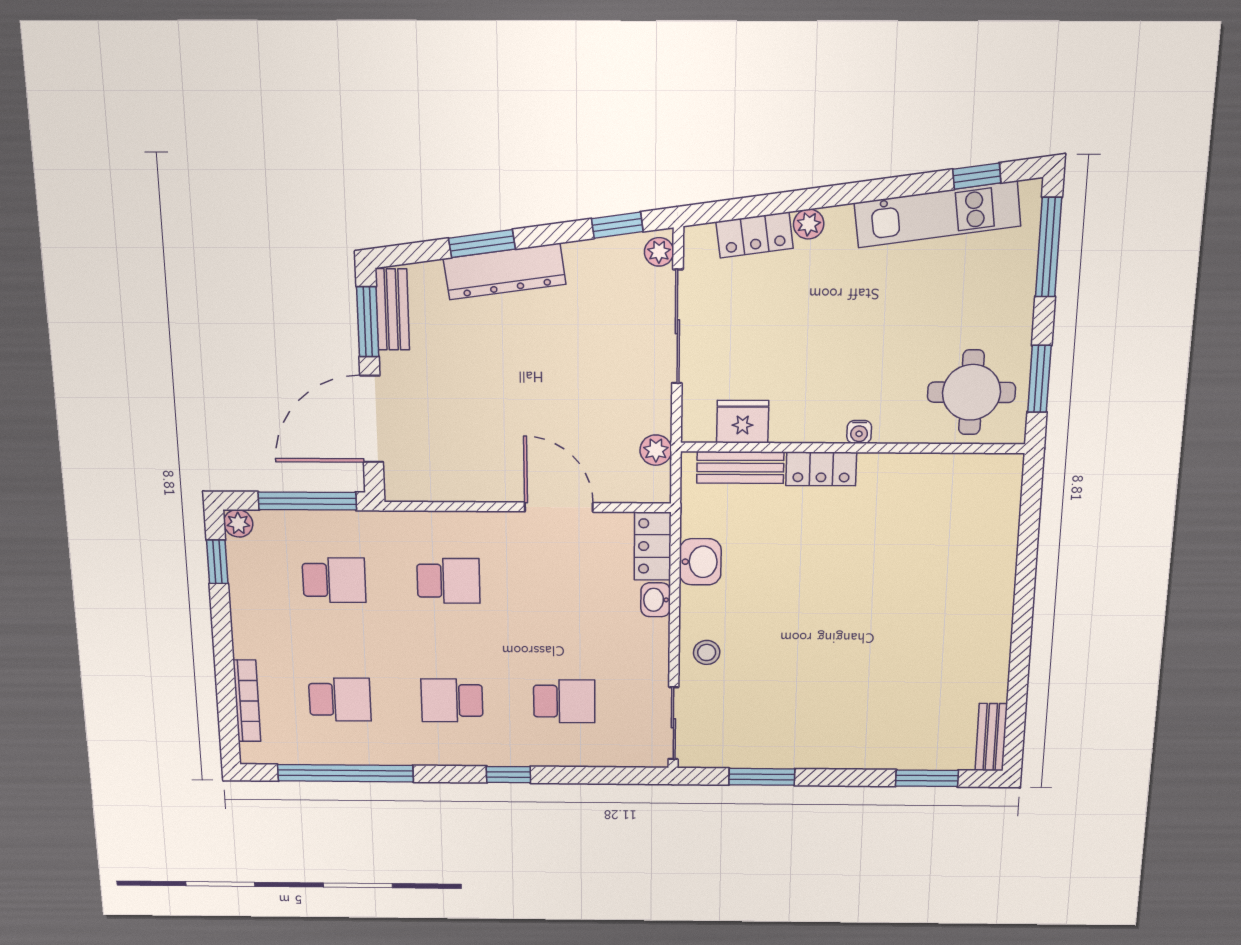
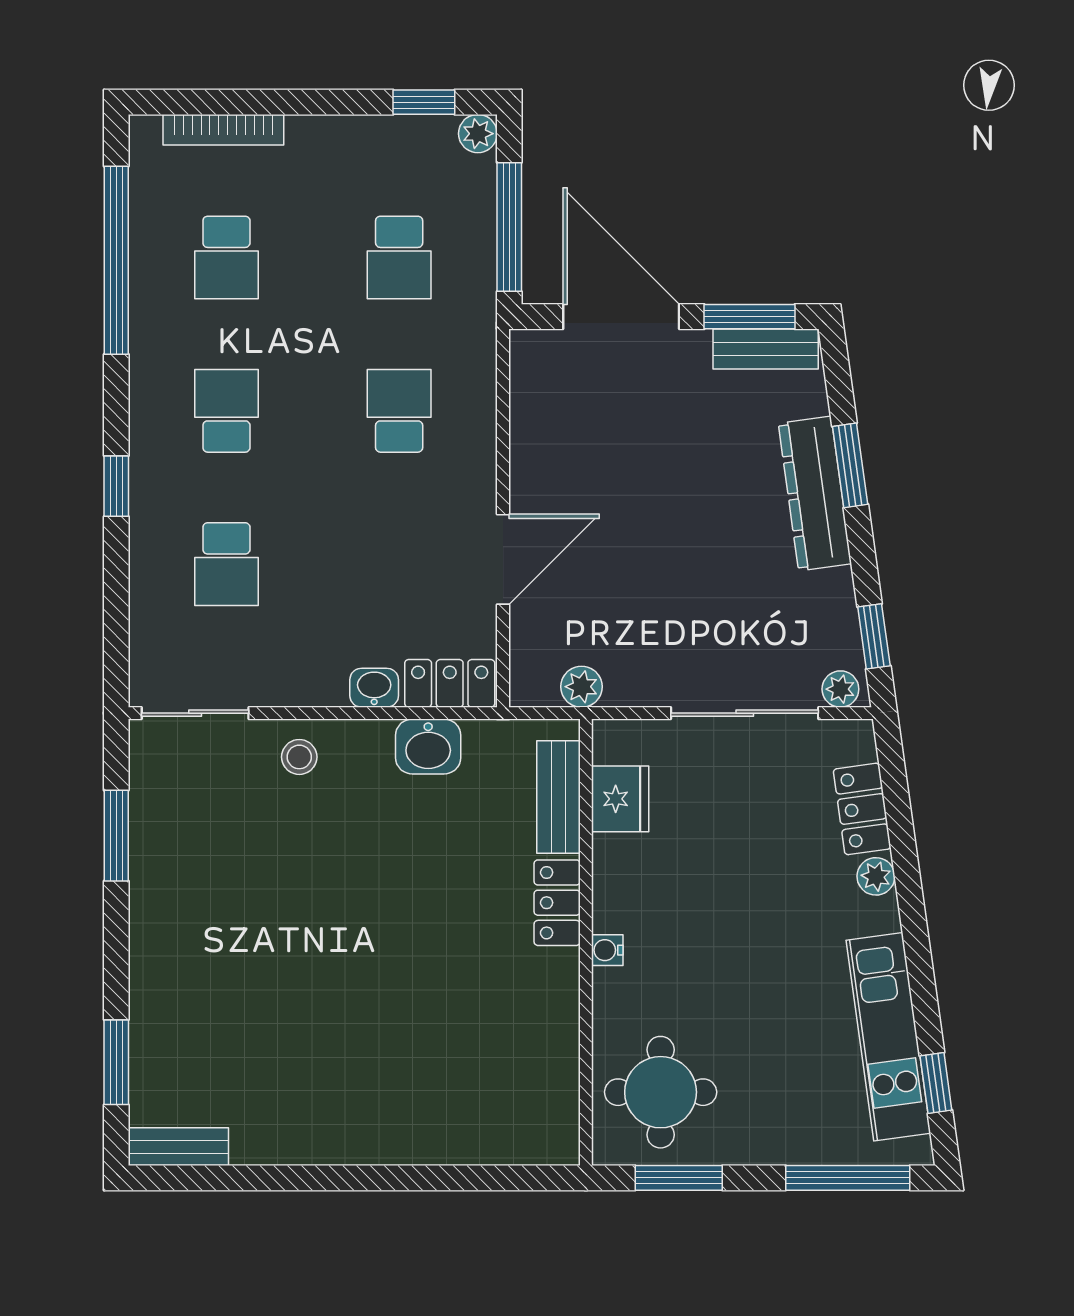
school desk: (448, 581) -> (399, 411), turned 180

